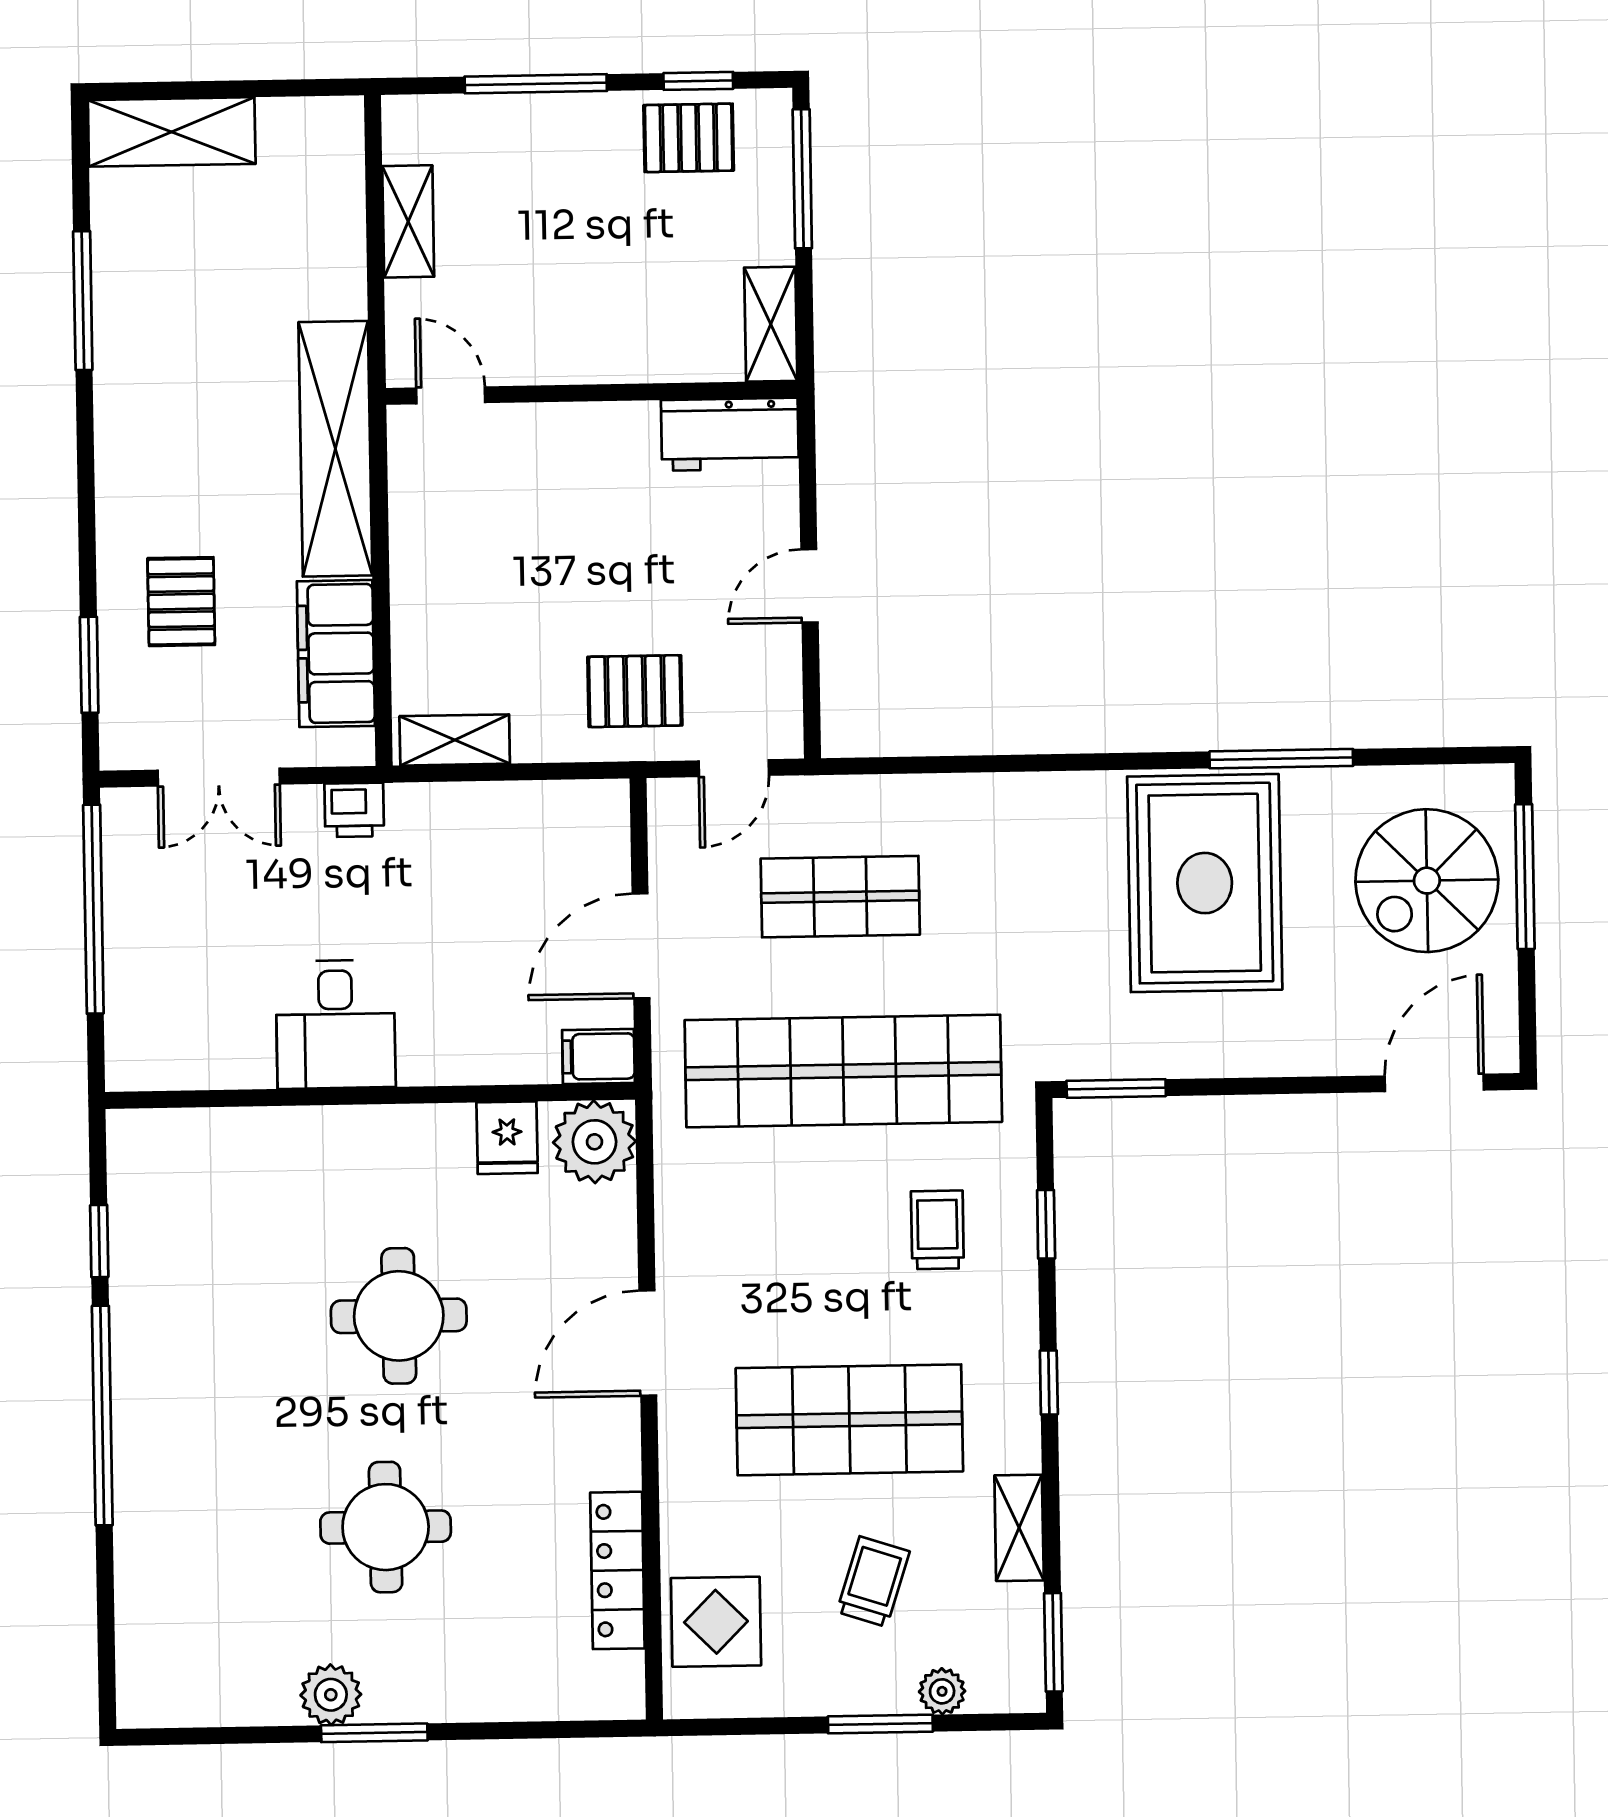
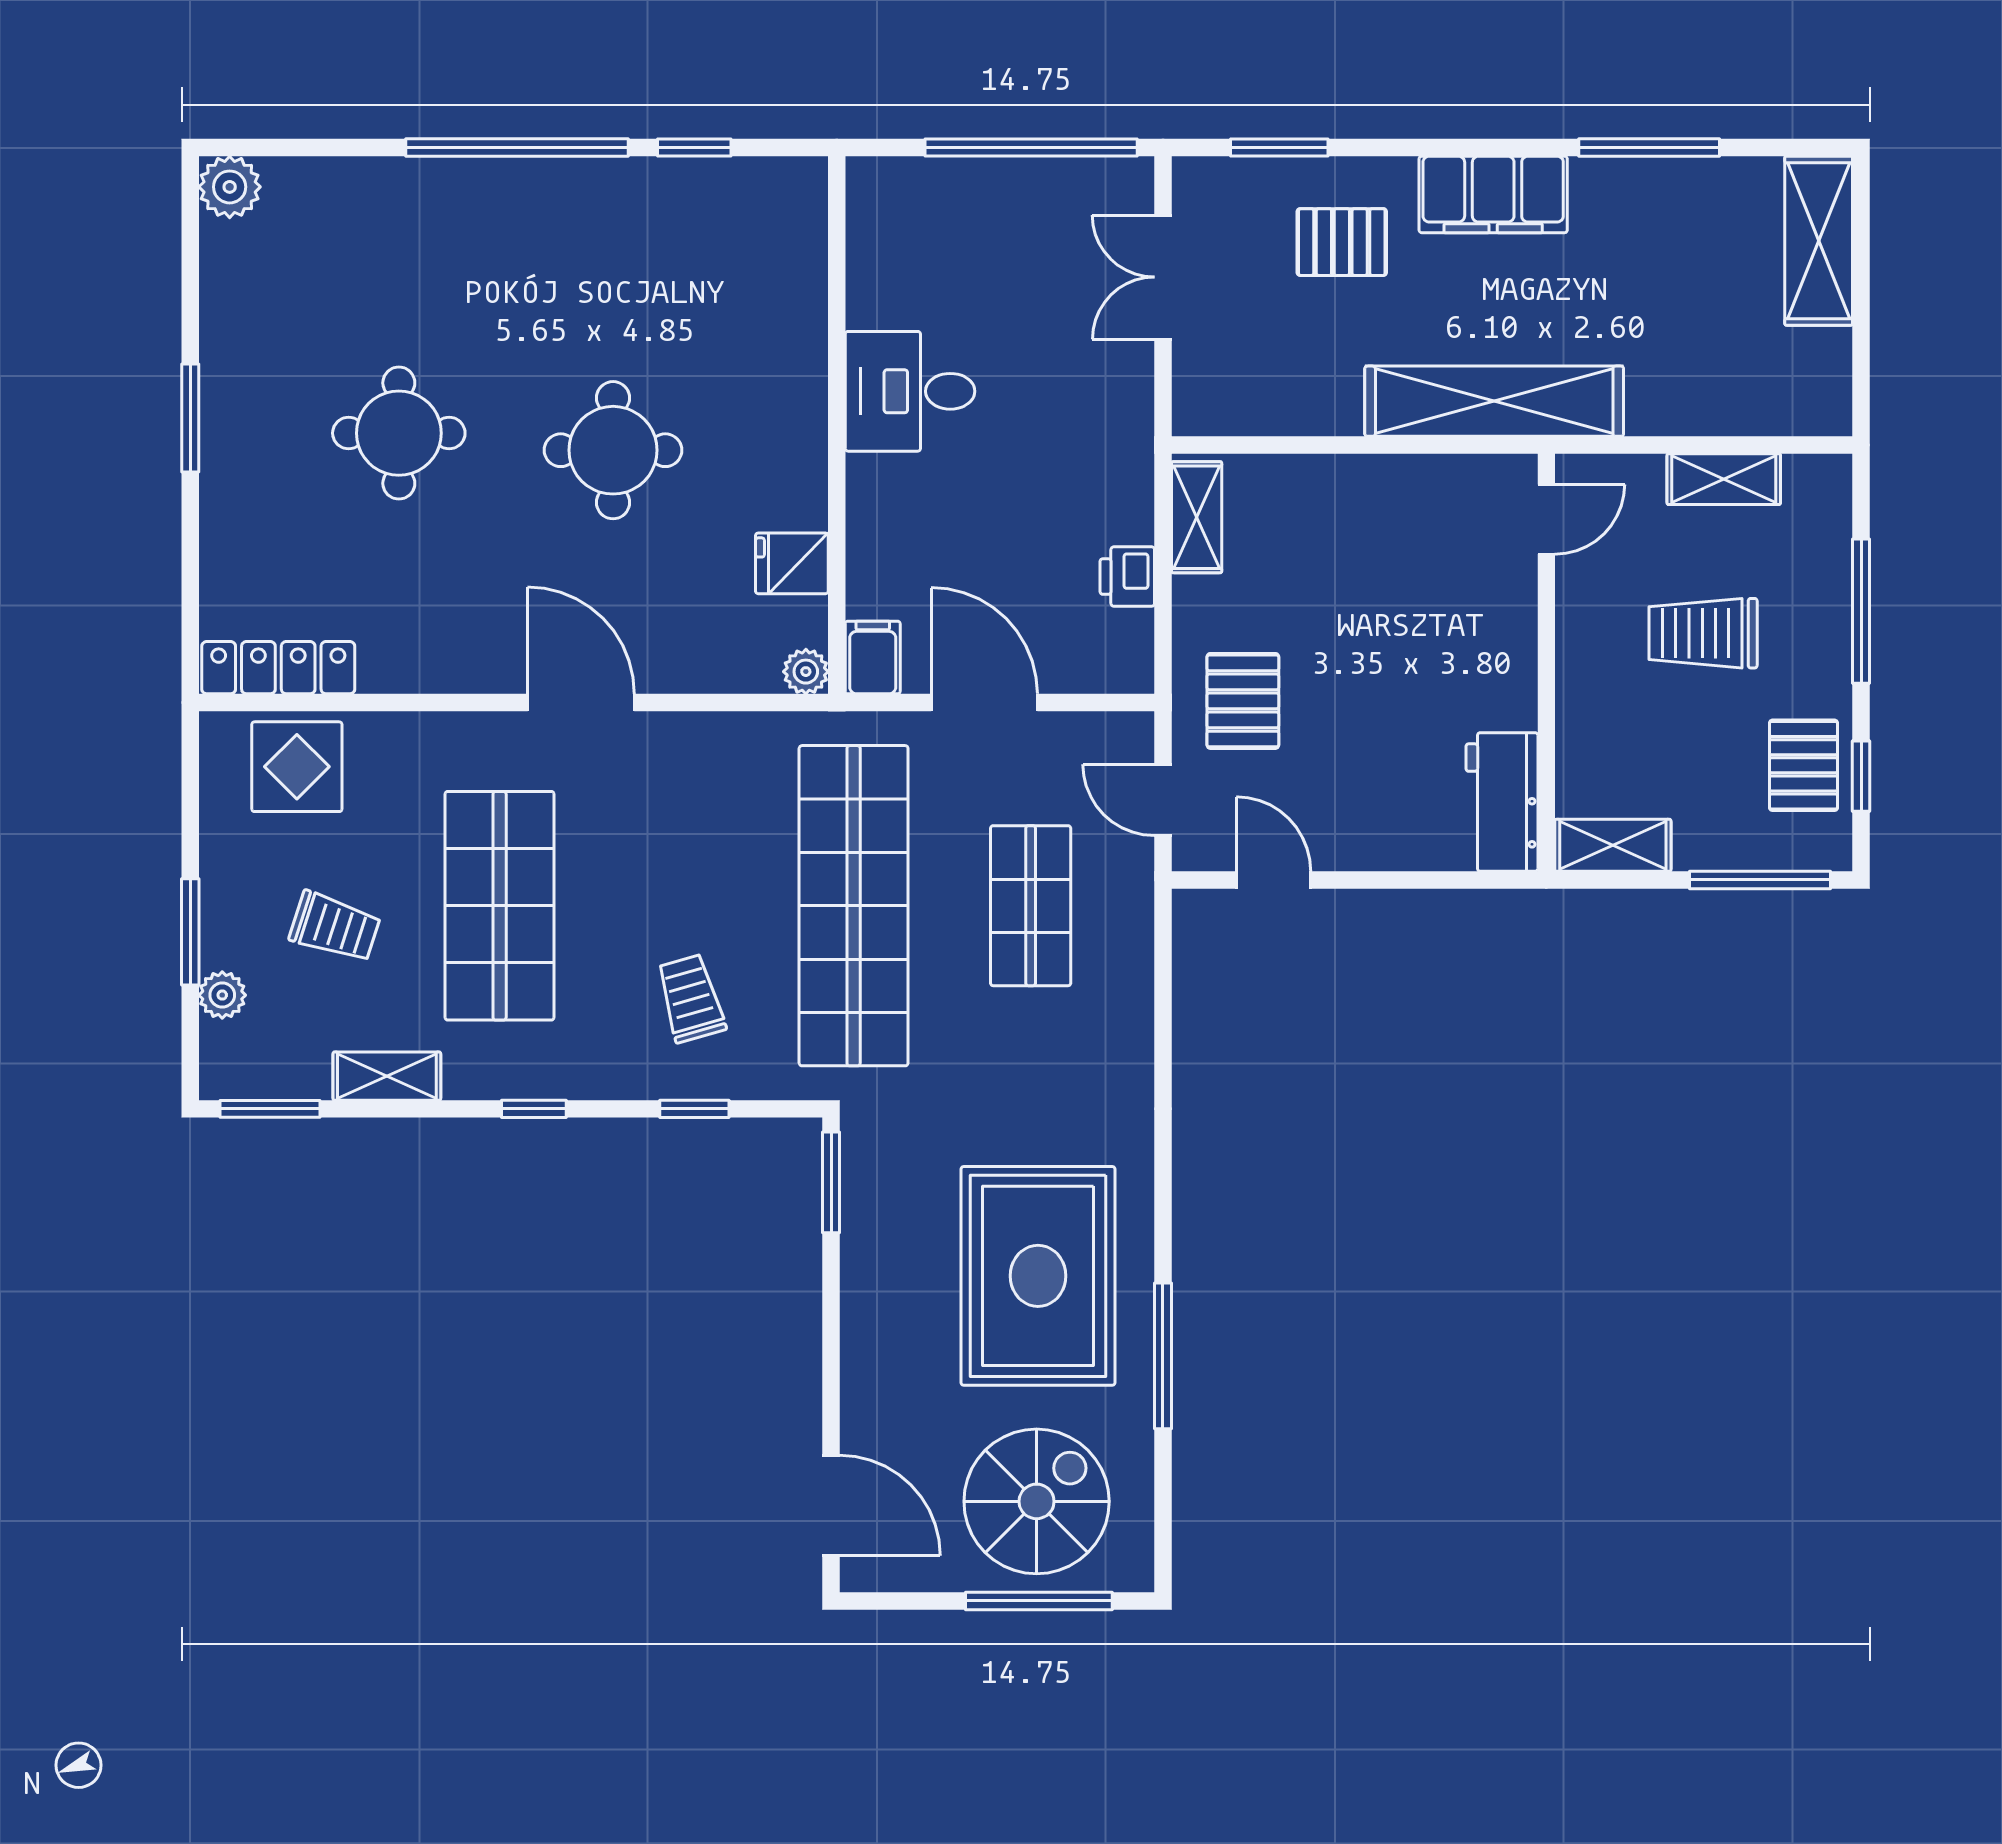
trolley: (560, 239) -> (1703, 633), added
door: (809, 586) -> (1274, 880), moved
filing cabinet: (336, 654) -> (1493, 194), moved, turned 180
printer: (354, 810) -> (1127, 577), moved
spiral stairs: (1427, 881) -> (1037, 1501), turned 90
rug: (1205, 883) -> (1038, 1276), turned 90
plant: (594, 1142) -> (806, 672), width x0.53, depth x0.53
trolley: (937, 1230) -> (691, 998), turned -106
locker: (617, 1570) -> (278, 668), moved
plant: (331, 1695) -> (230, 187), moved

